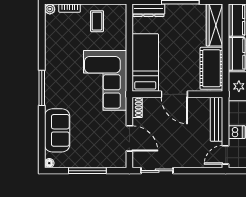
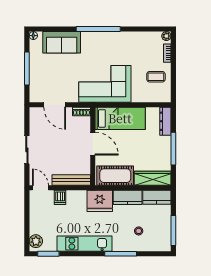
window: (42, 88) -> (98, 29), width x1.46
door: (174, 94) -> (93, 144), swing flipped
door: (129, 138) -> (55, 105), hinge flipped
sliding door: (157, 171) -> (27, 150), moved

